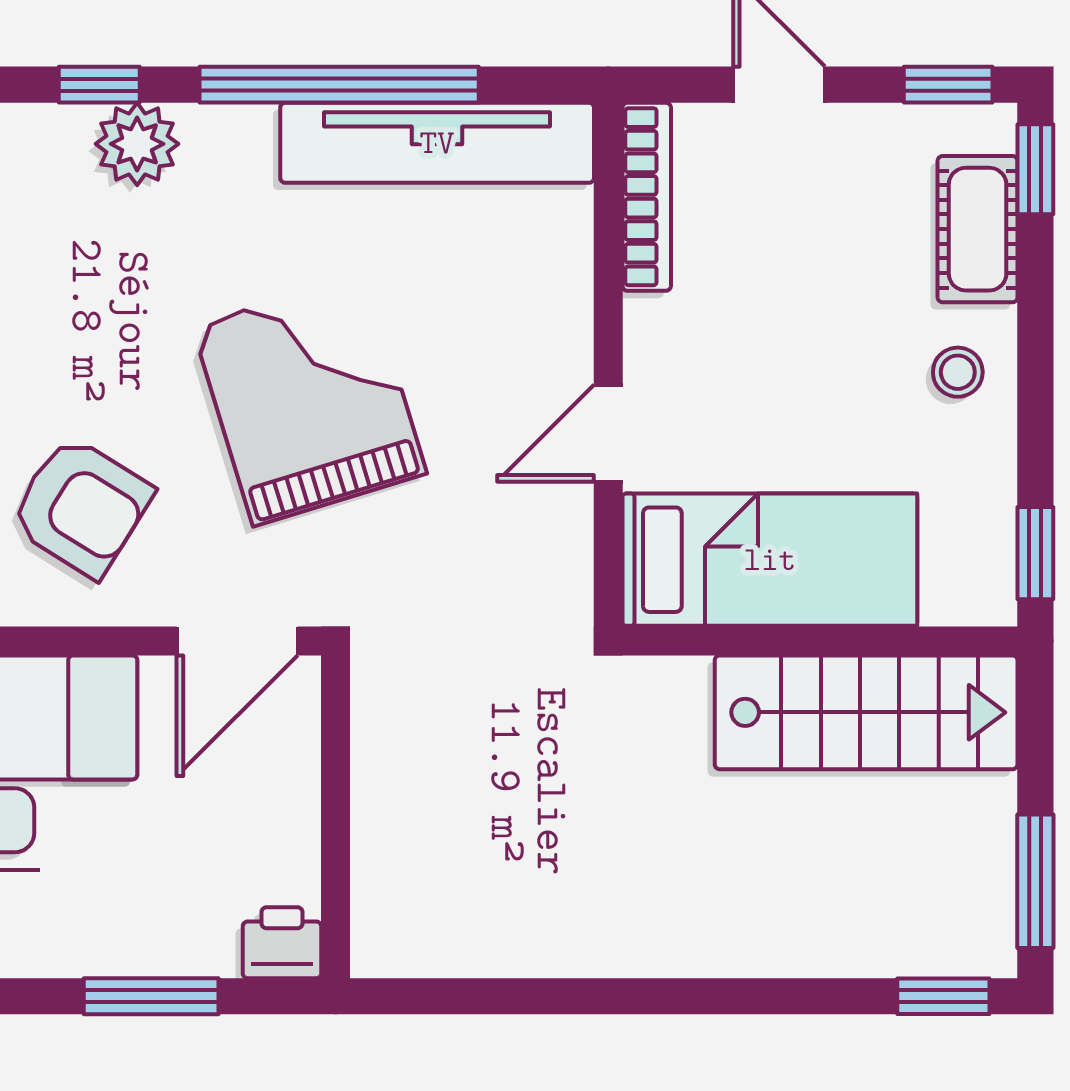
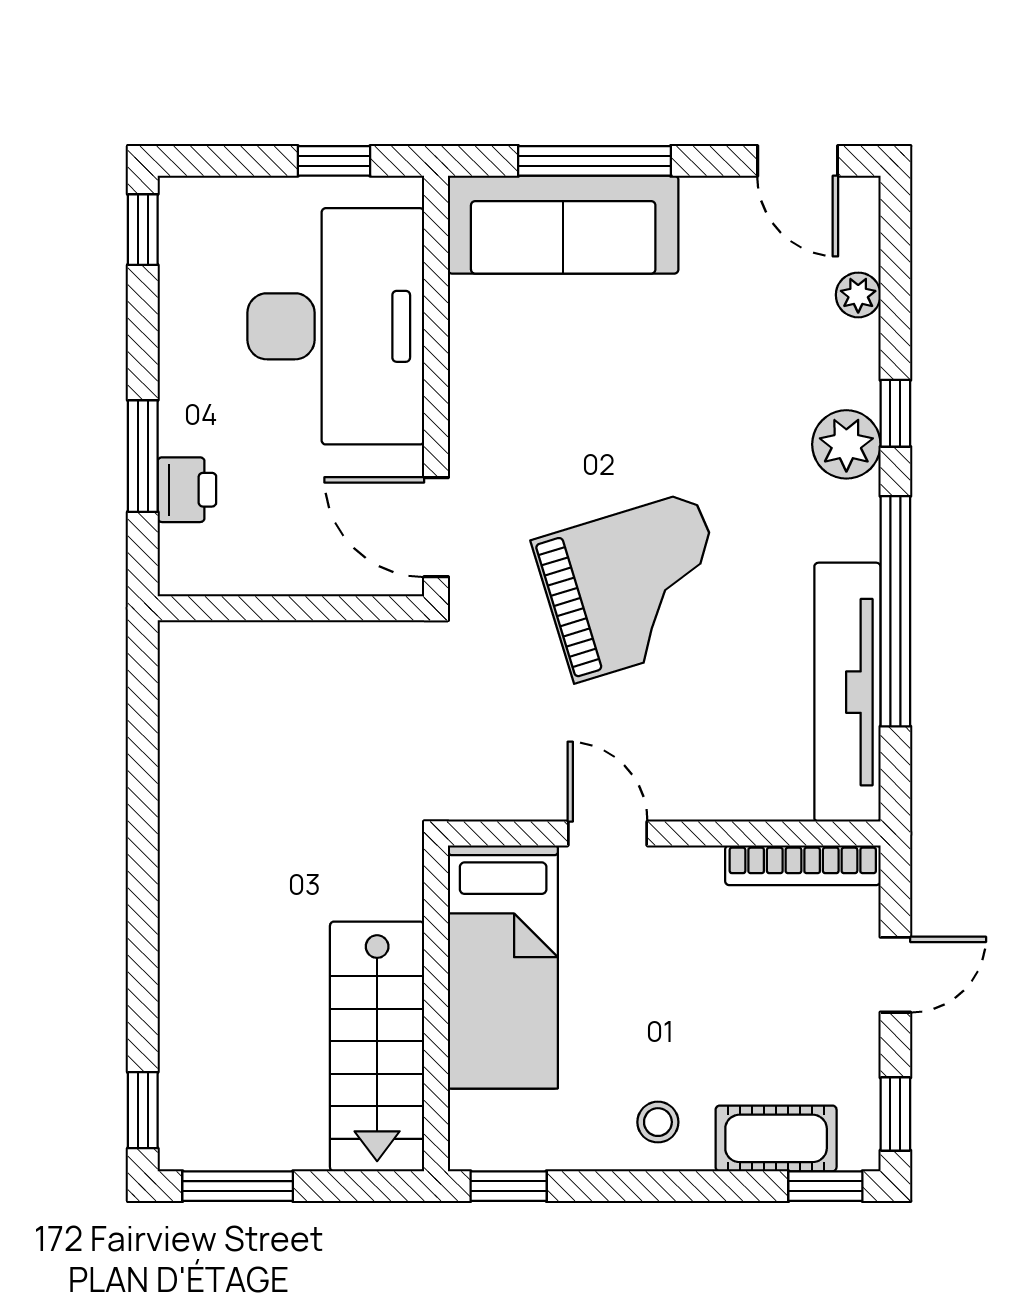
armchair: (81, 507) -> (547, 398), removed
printer: (282, 943) -> (187, 490), moved

